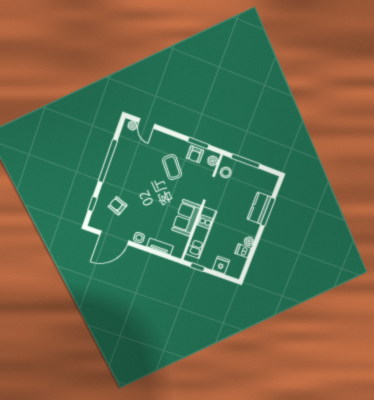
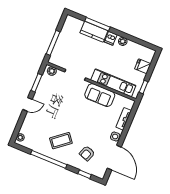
door: (147, 123) -> (28, 104), moved
armchair: (195, 154) -> (46, 86), removed
coffee table: (172, 167) -> (61, 141), moved
stool: (226, 172) -> (62, 60), removed
dishwasher: (243, 251) -> (111, 38), moved

